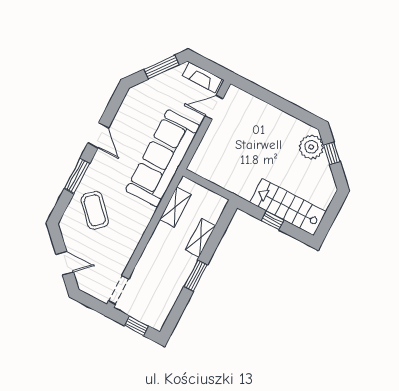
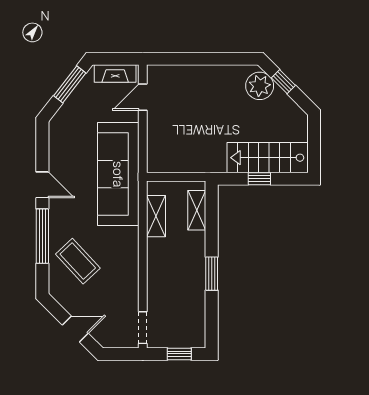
window: (77, 176) -> (42, 236), width x1.44
shelving: (200, 238) -> (197, 210), moved

